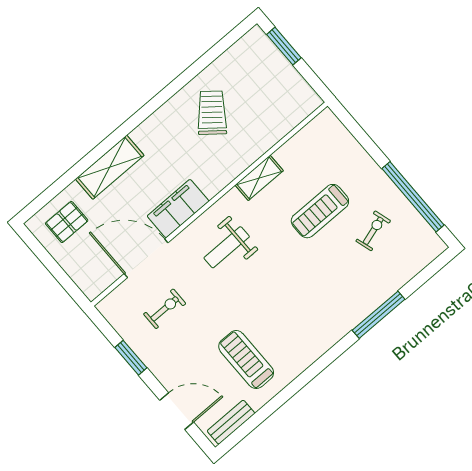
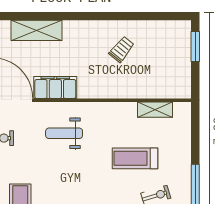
trolley: (212, 113) -> (122, 49), width x0.73, depth x0.72
shelving: (259, 178) -> (155, 110), moved

